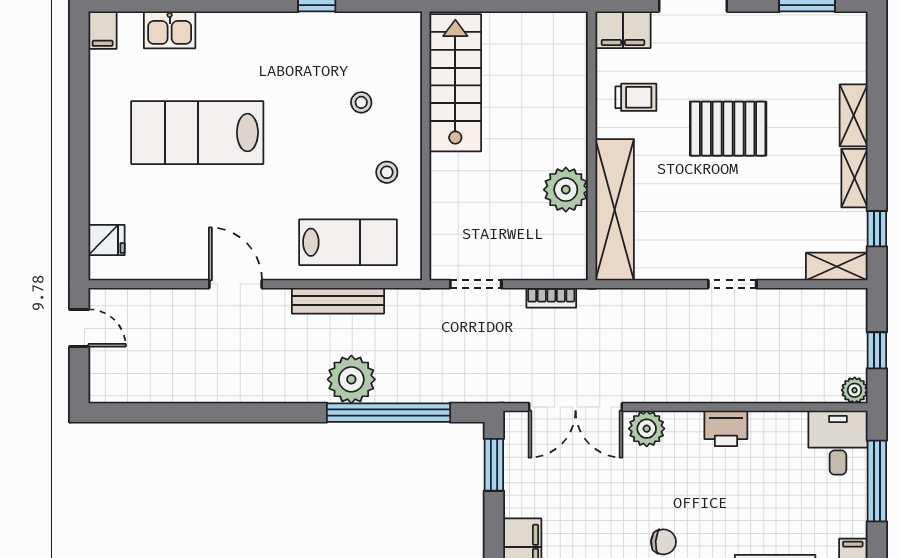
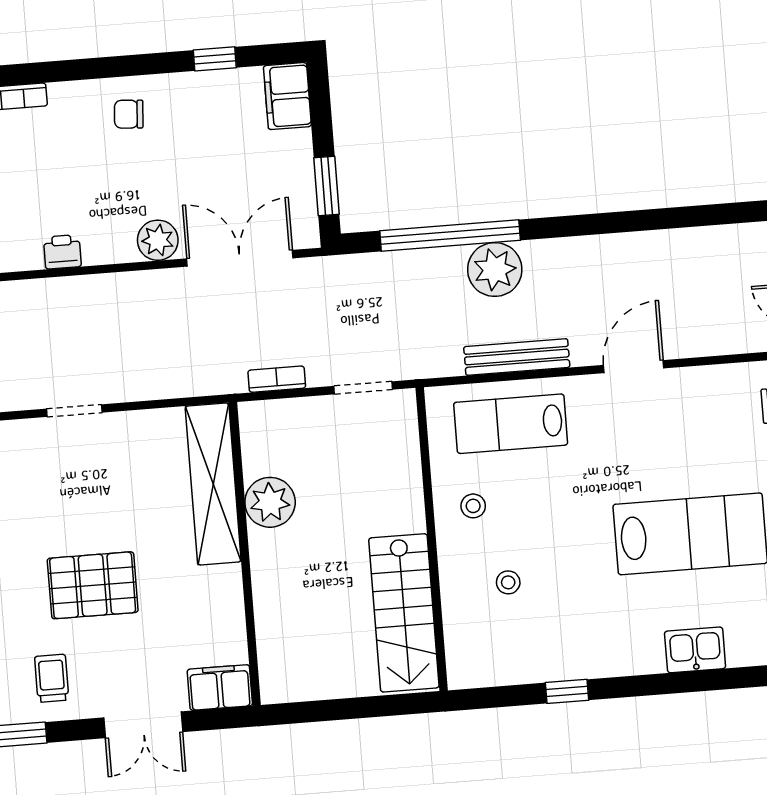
kitchen sink: (170, 30) -> (695, 650), moved
trolley: (636, 97) -> (52, 678), moved, turned 90
door: (236, 284) -> (634, 367), swing flipped
printer: (726, 428) -> (62, 252), width x0.73, depth x0.81

